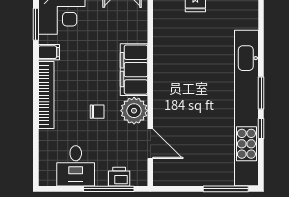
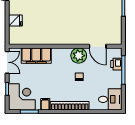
filing cabinet: (134, 70) -> (36, 56), moved
door: (150, 144) -> (98, 46), swing flipped
desk: (76, 166) -> (110, 99), moved

